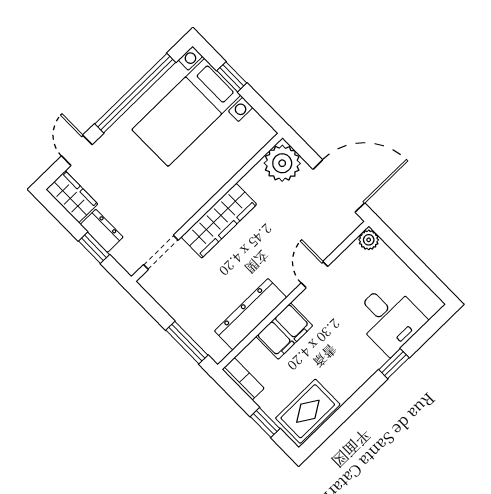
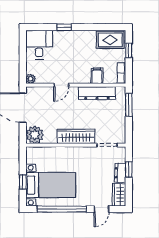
desk: (389, 318) -> (39, 45), moved
filing cabinet: (284, 331) -> (97, 76), width x0.50

